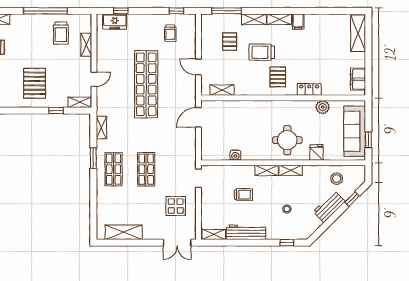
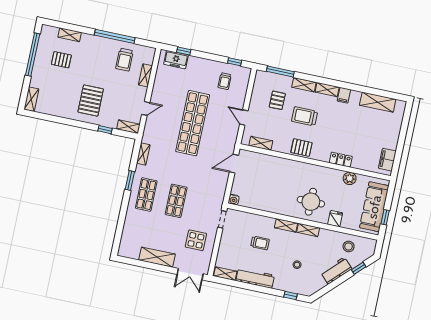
shelving: (358, 33) -> (378, 102), moved, turned 90
pallet: (278, 77) -> (301, 148), moved, turned 90
water cooler: (235, 155) -> (234, 200), moved
shelving: (124, 232) -> (157, 257), moved

